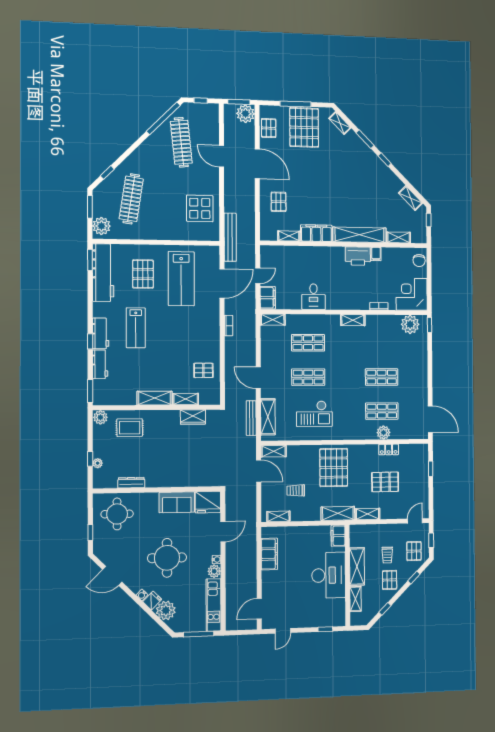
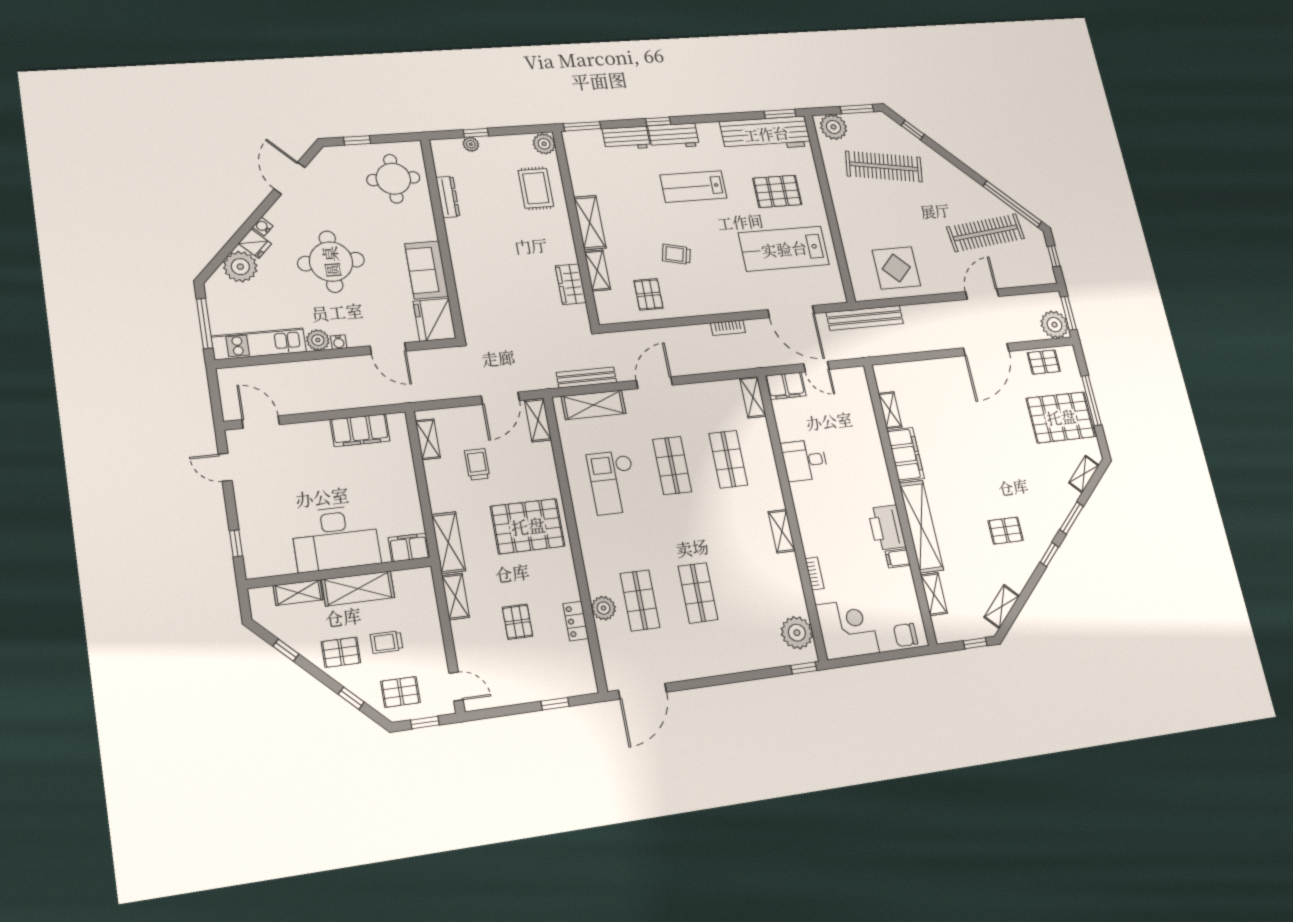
pallet: (279, 202) -> (1006, 531), moved
trolley: (179, 348) -> (676, 254), added
pallet: (385, 482) -> (518, 622), width x0.67, depth x0.71

